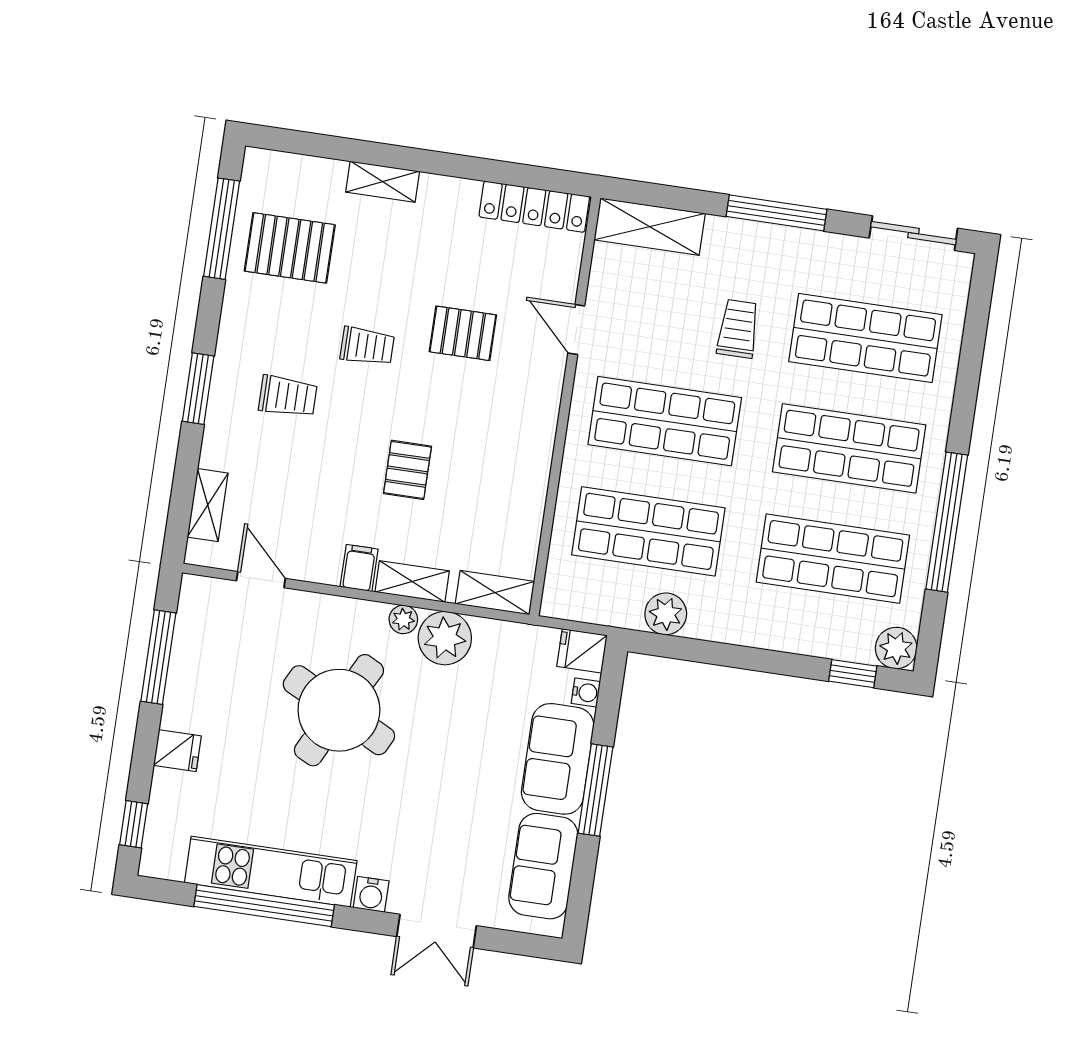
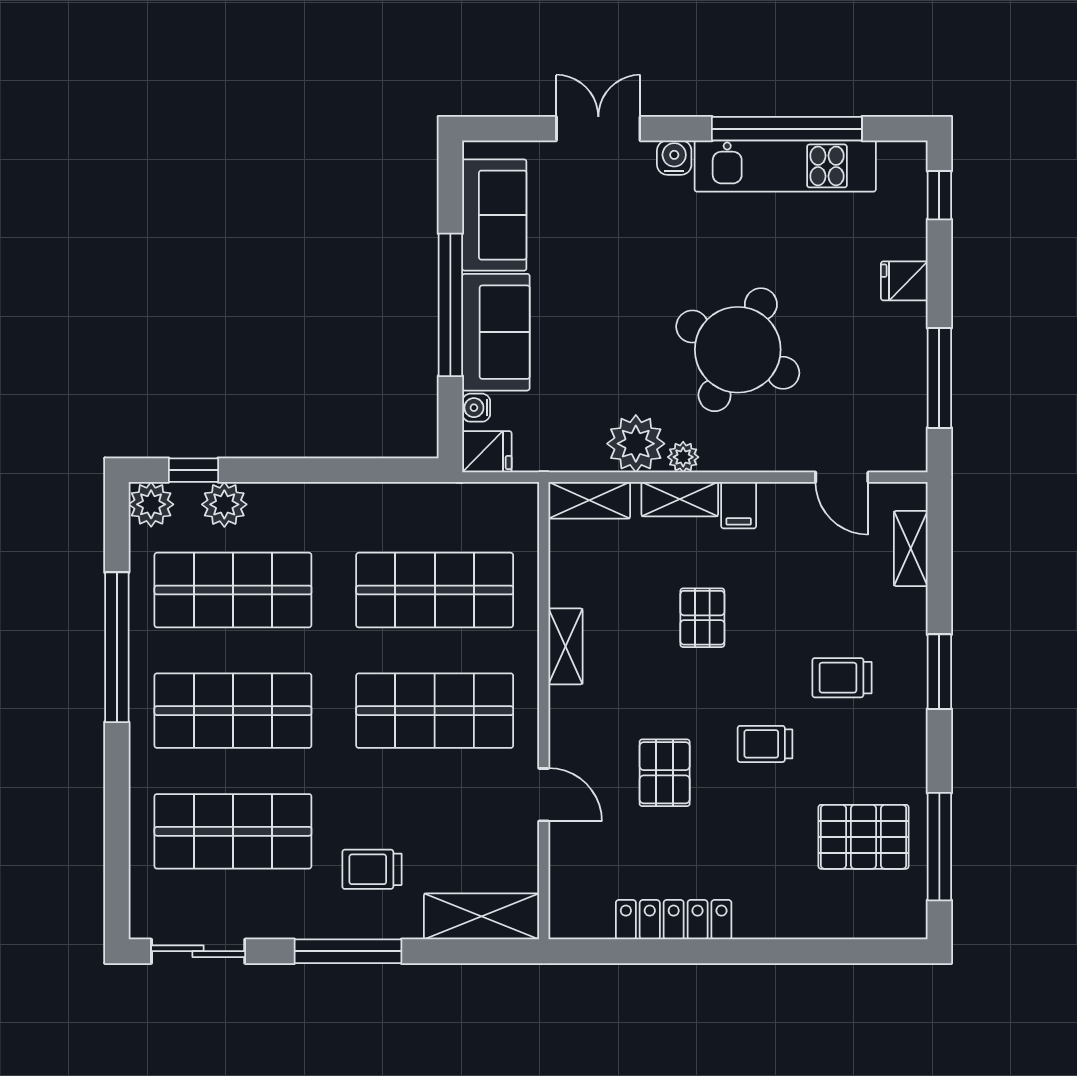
shelving: (383, 182) -> (566, 646), moved, turned 90
locker: (534, 207) -> (674, 920), moved
trolley: (738, 329) -> (372, 869), moved, turned 90
pallet: (463, 333) -> (665, 773), turned 90
plant: (666, 614) -> (224, 504), moved
window: (596, 790) -> (450, 305), width x1.46

